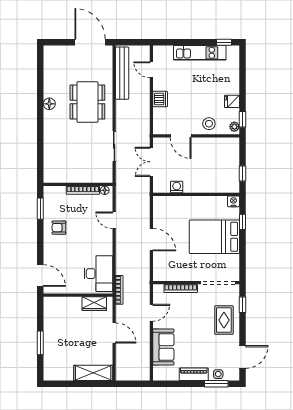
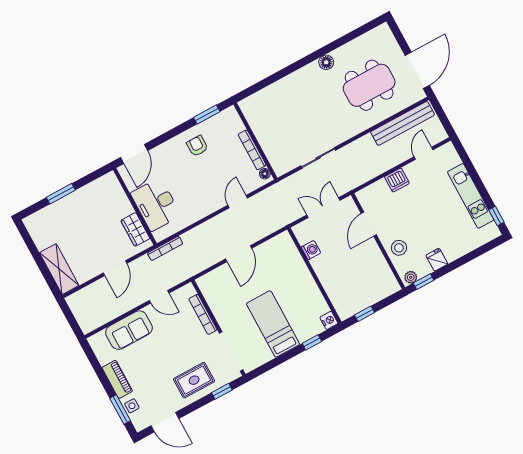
dining table: (87, 102) -> (369, 85), moved
bed: (214, 237) -> (273, 324), width x0.67
desk: (98, 274) -> (156, 204), moved, turned 90

